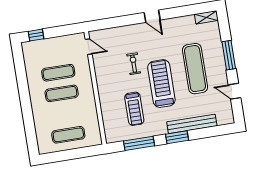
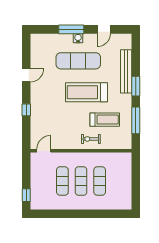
door: (152, 16) -> (26, 75), moved
shelving: (206, 17) -> (35, 44), removed
window: (131, 20) -> (26, 110), added
exercise bike: (134, 64) -> (91, 139), moved
water cooler: (220, 64) -> (78, 38), added
exercise mat: (68, 135) -> (100, 181), moved

